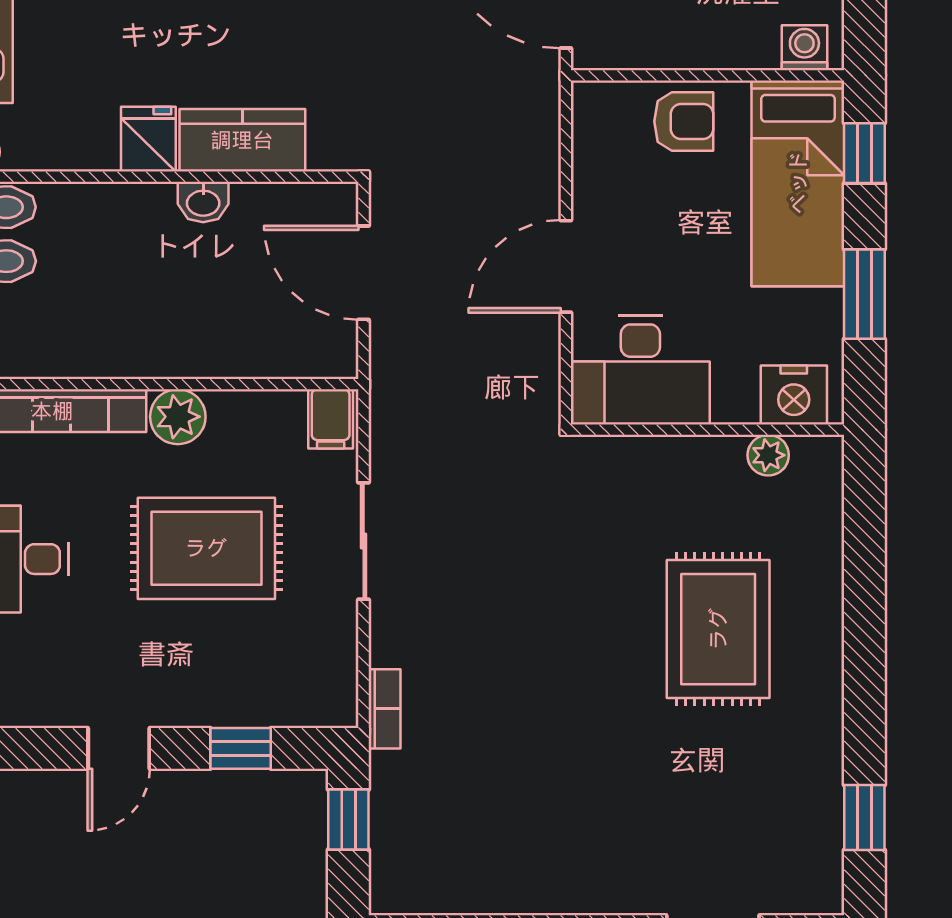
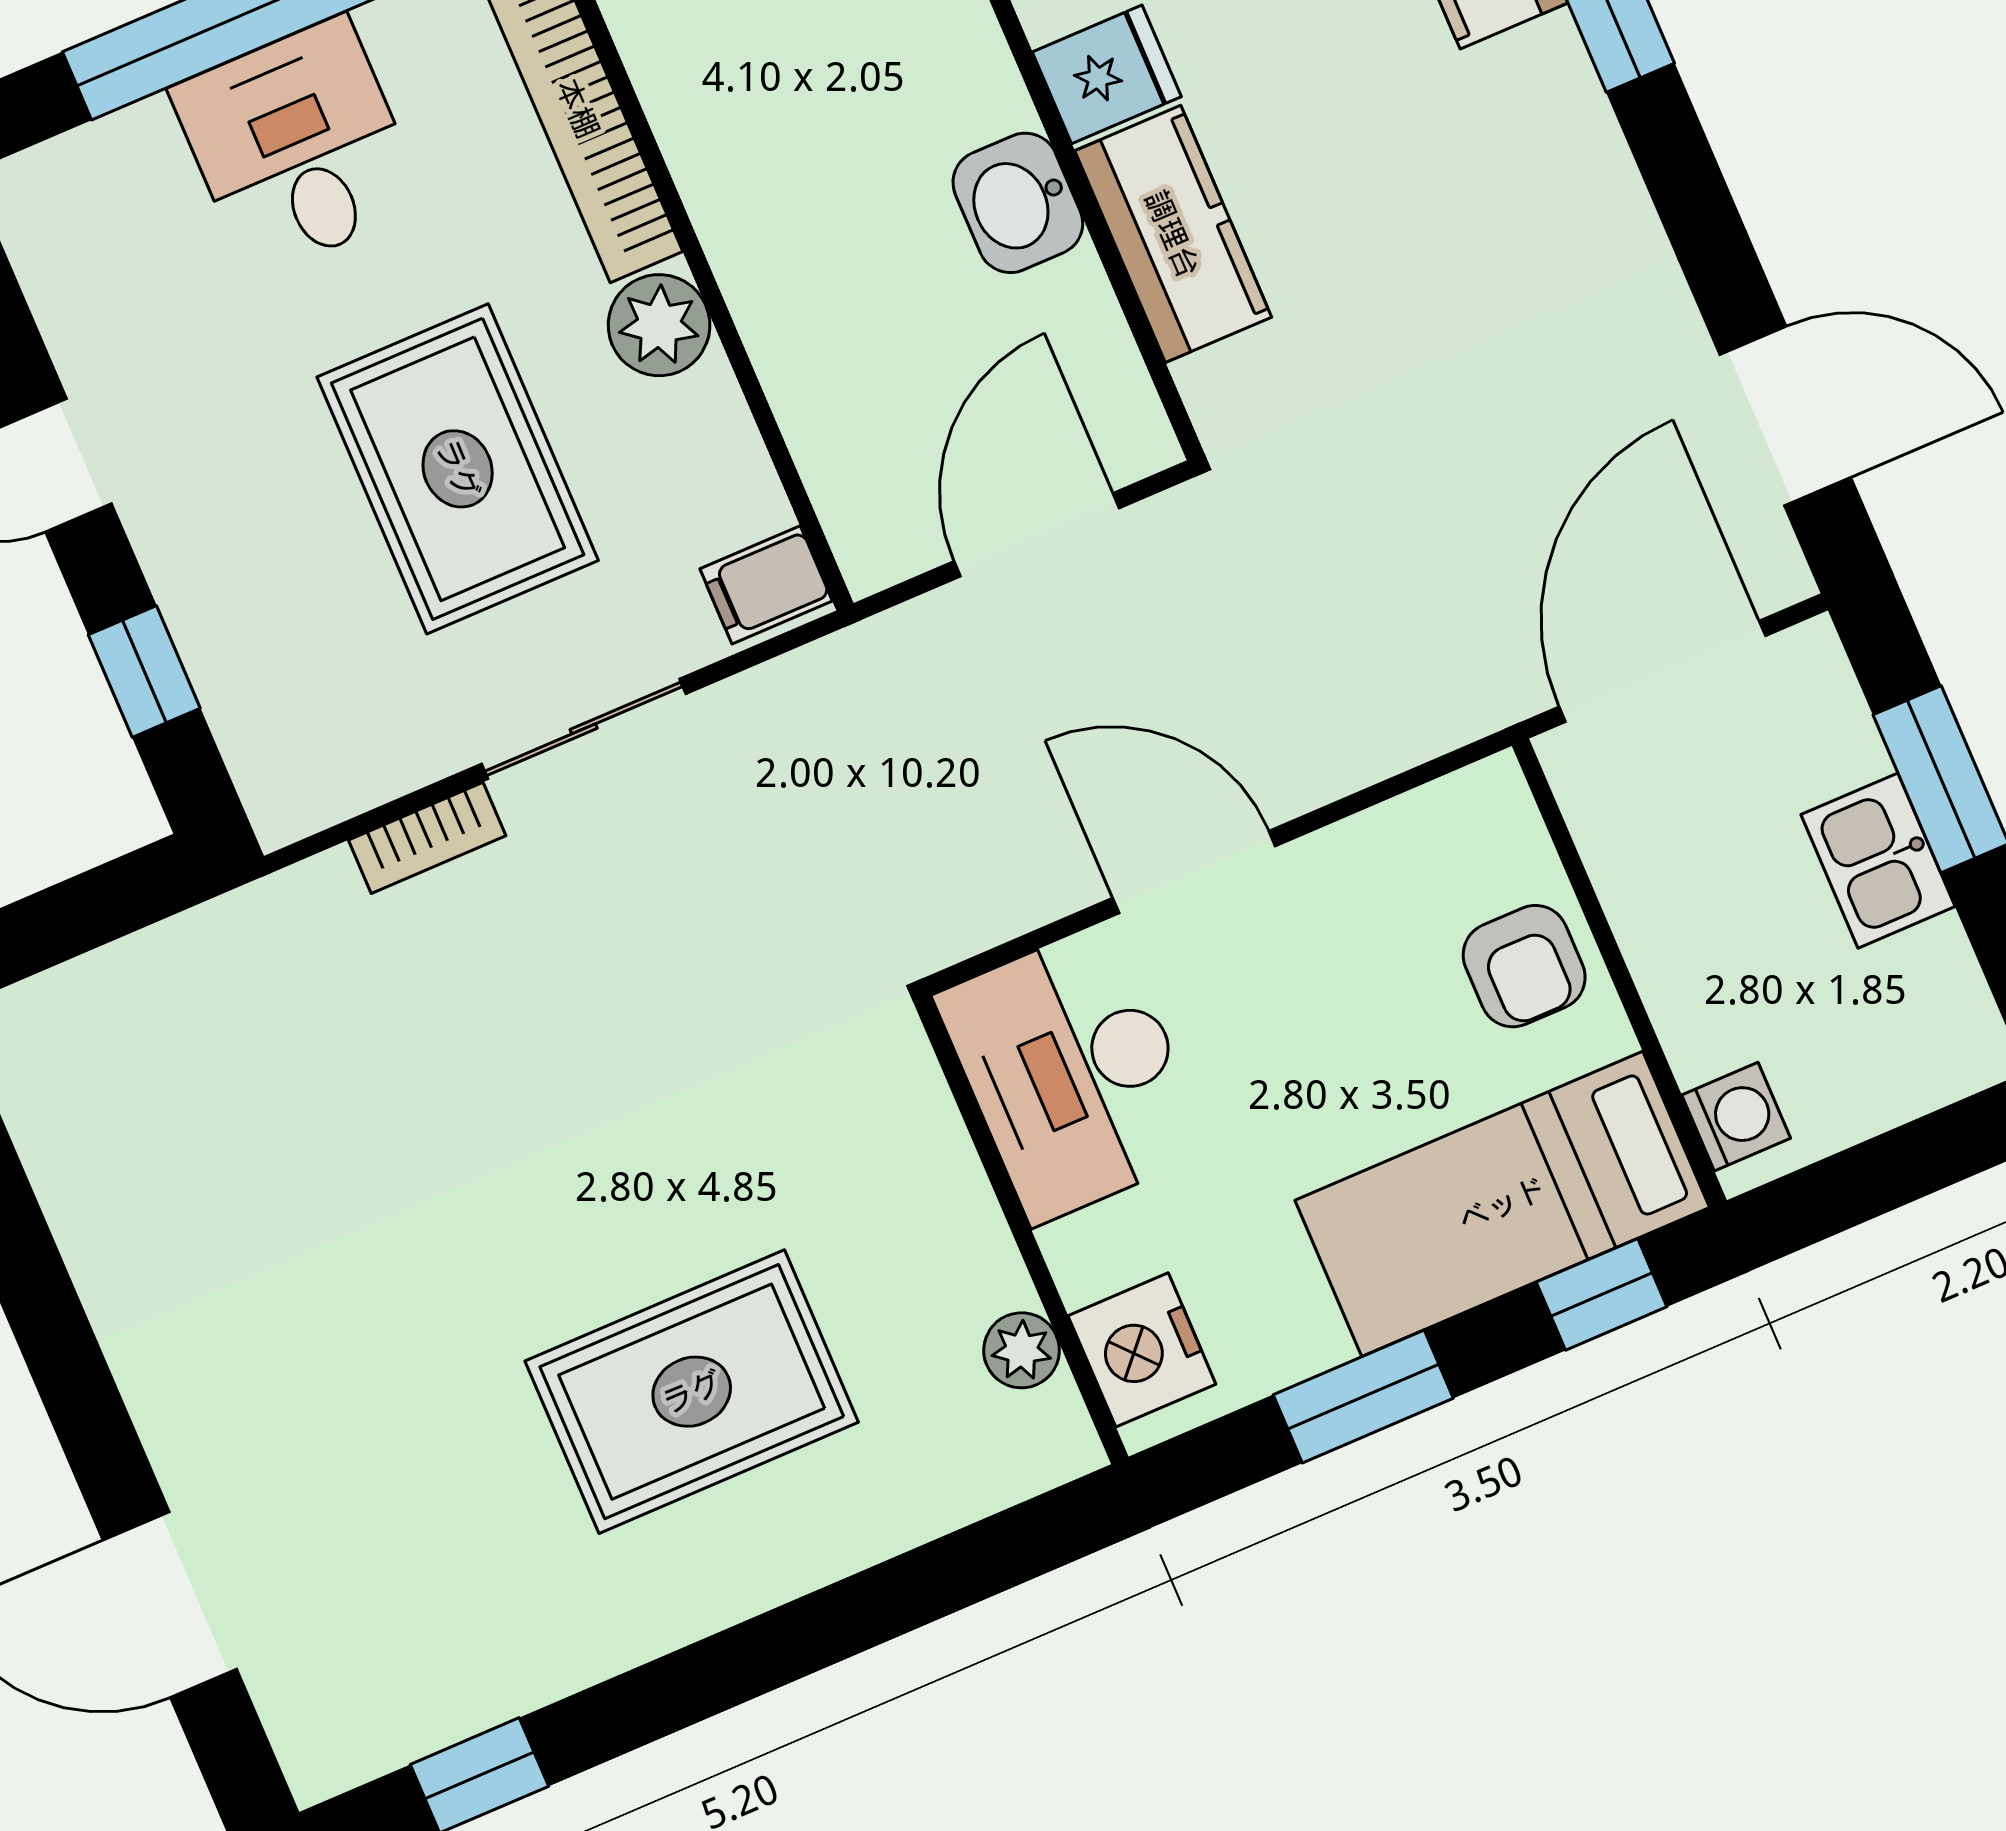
washbasin: (203, 202) -> (1018, 203), width x1.38, depth x1.45
bookcase: (384, 709) -> (427, 838), moved
window: (348, 819) -> (102, 905), removed

